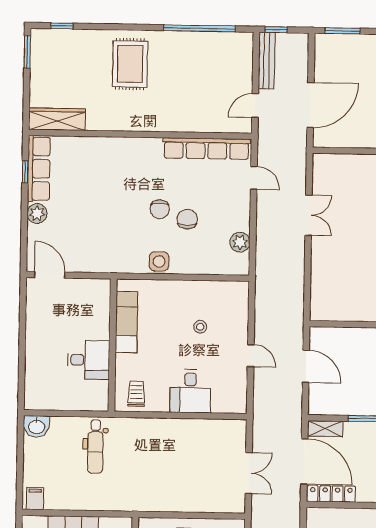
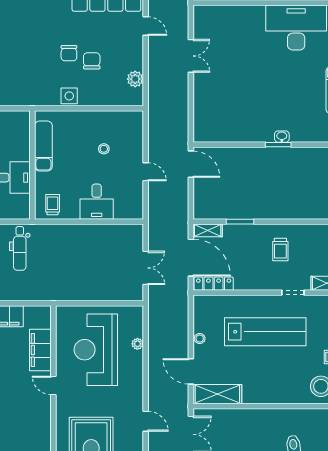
door: (306, 366) -> (191, 164), moved

